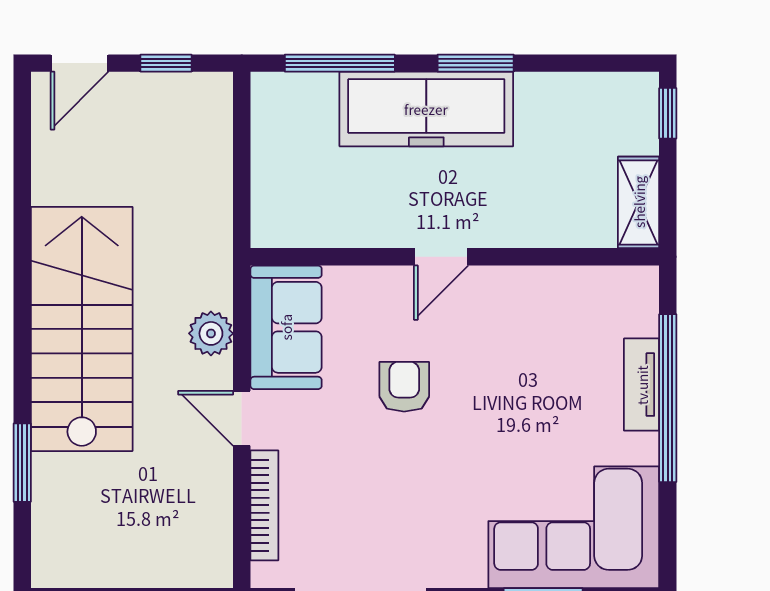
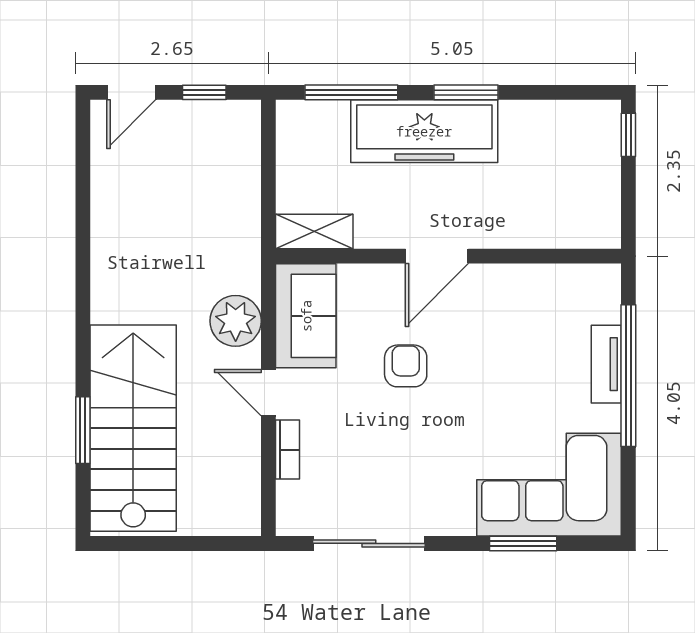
shelving: (639, 202) -> (314, 231), moved, turned 90
door: (441, 257) -> (437, 256), width x1.38
stairs: (82, 329) -> (133, 428), moved
plant: (211, 333) -> (236, 321), width x1.36, depth x1.36
bookcase: (264, 505) -> (288, 450), width x0.64

